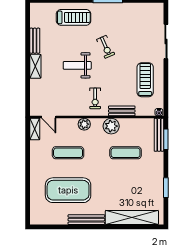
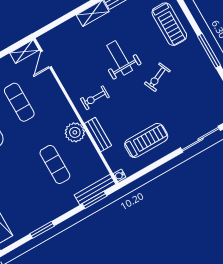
plant: (84, 124) -> (60, 102), removed

